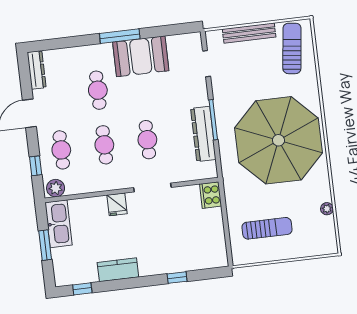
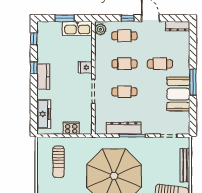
window: (36, 166) -> (128, 18), moved
cooker: (211, 195) -> (71, 128), moved
freezer: (196, 260) -> (44, 114), added
kitchen counter: (118, 270) -> (43, 77), moved
window: (177, 278) -> (34, 68), moved

